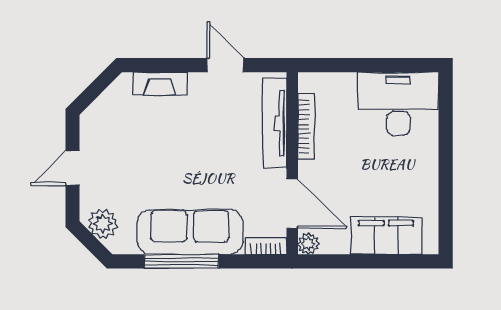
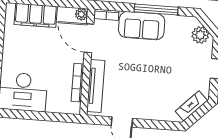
fireplace: (160, 84) -> (191, 106), moved, turned -45
sofa: (190, 232) -> (142, 26), width x0.73

